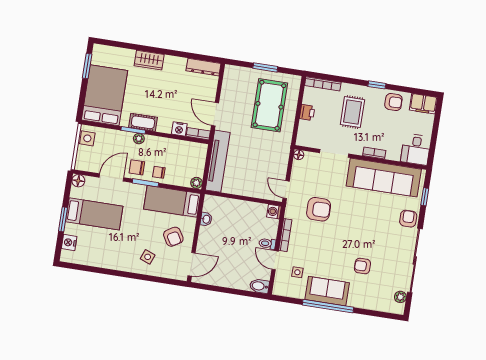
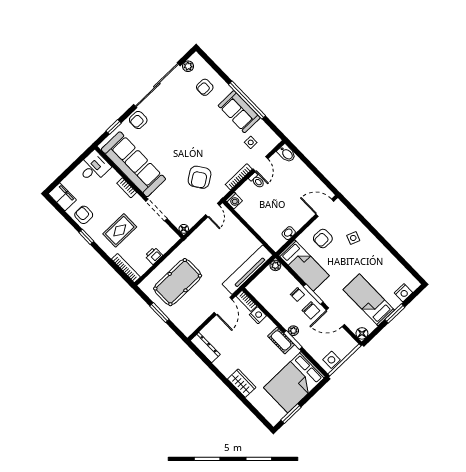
armchair: (319, 209) -> (200, 177), turned -124
armchair: (173, 237) -> (323, 239), turned -149
armchair: (362, 266) -> (205, 87), moved, turned 90

